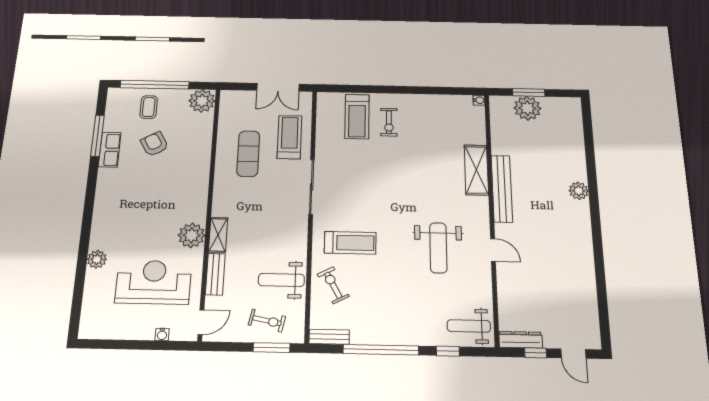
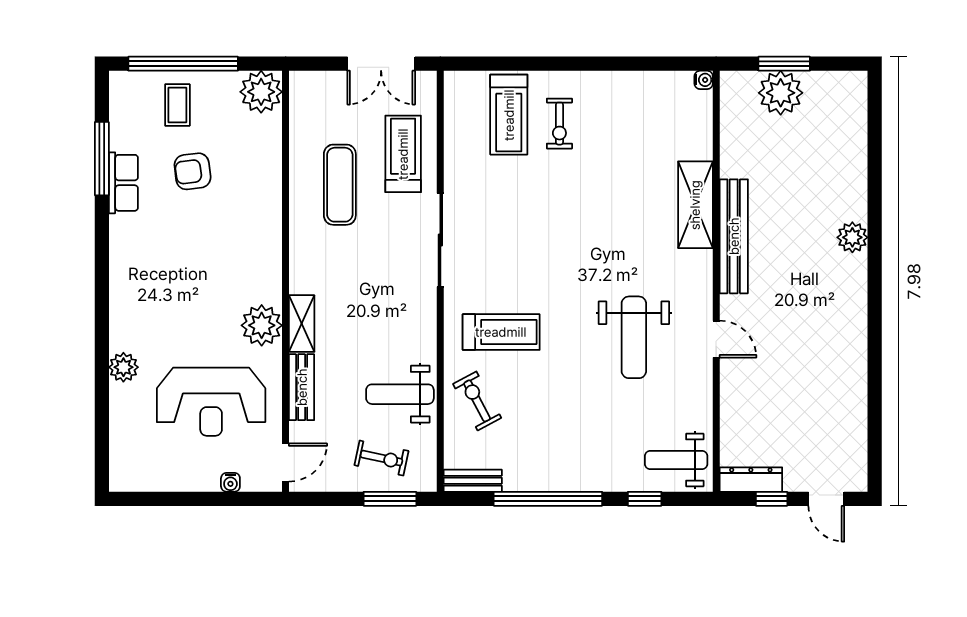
armchair: (155, 144) -> (193, 171), turned -67
reception desk: (154, 282) -> (211, 402), turned 180

